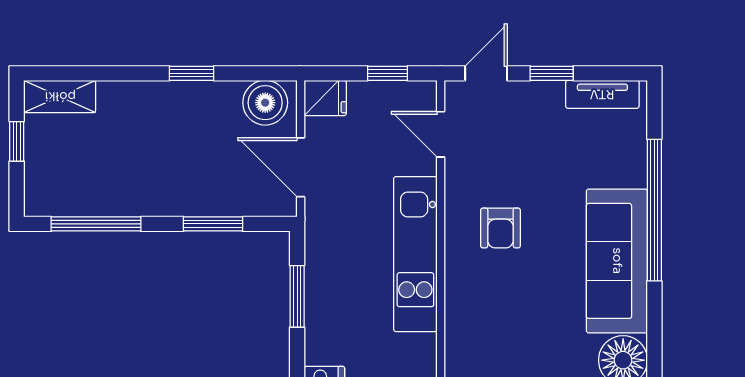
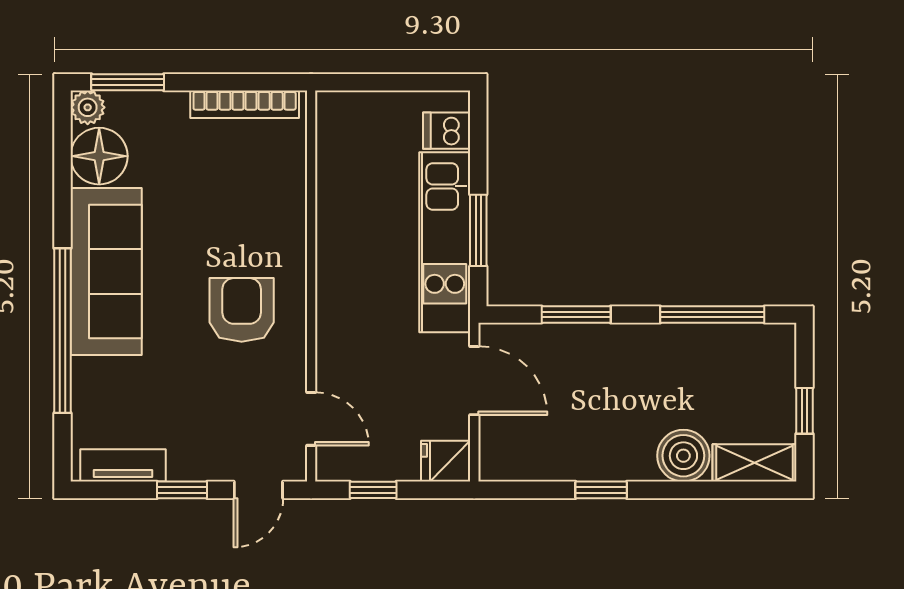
boiler: (265, 103) -> (683, 456), moved
armchair: (500, 228) -> (242, 310), width x1.38, depth x1.38
kitchen unit: (415, 254) -> (445, 242), moved, turned 180

